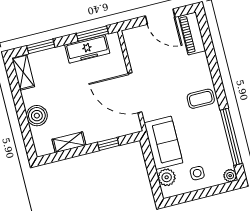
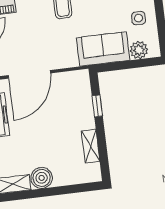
door: (135, 93) -> (29, 74), moved
boiler: (37, 116) -> (42, 178), moved

